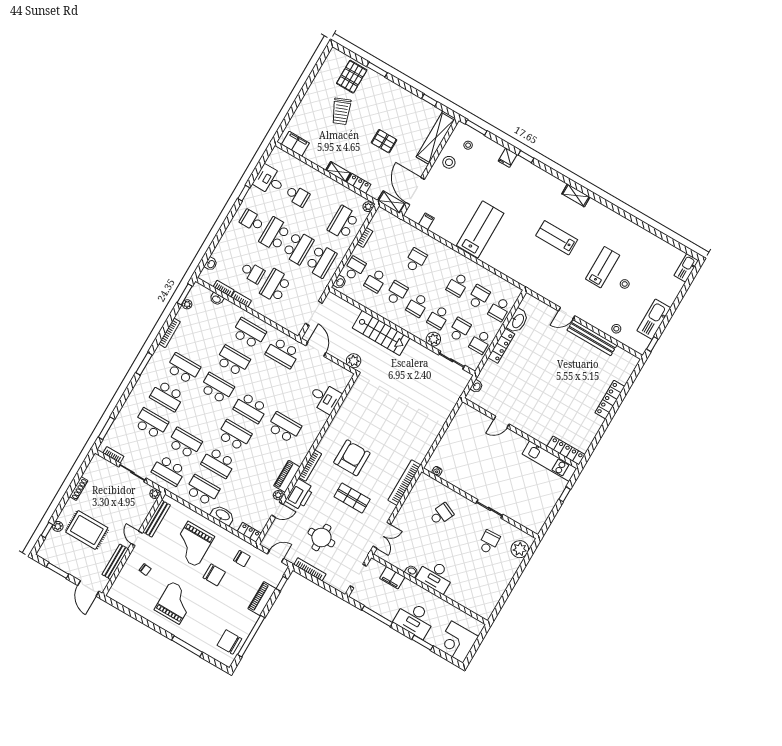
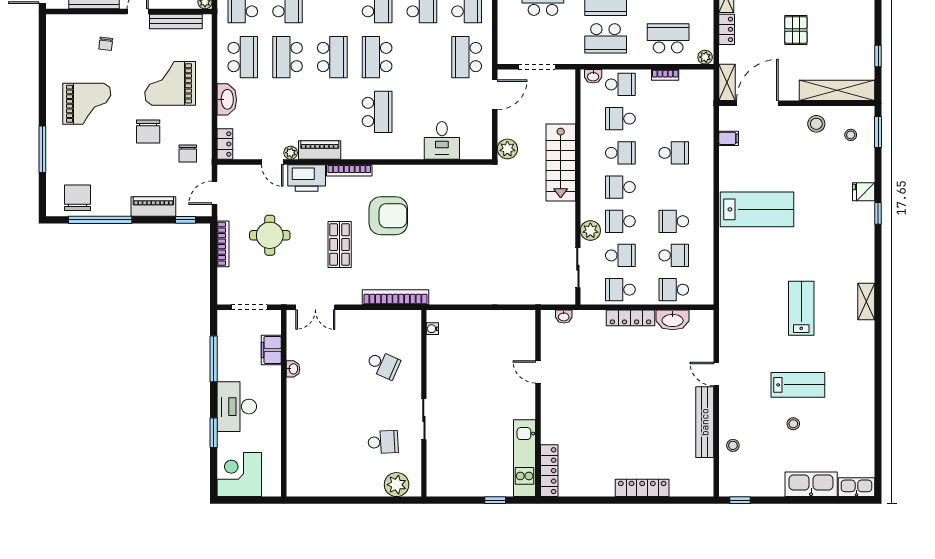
kitchen sink: (654, 319) -> (811, 484), moved
door: (276, 556) -> (215, 193), swing flipped
desk: (435, 576) -> (304, 401), removed

